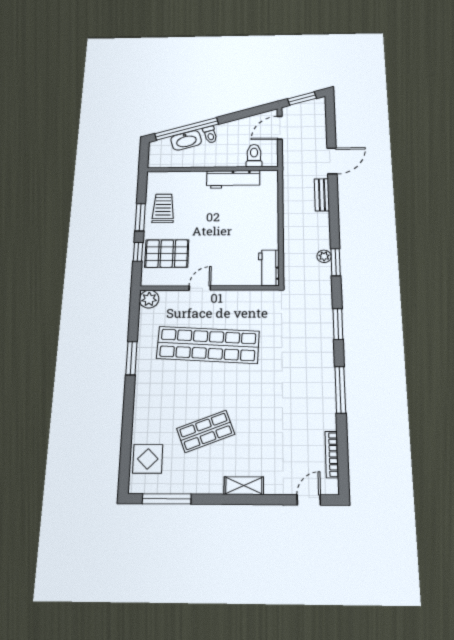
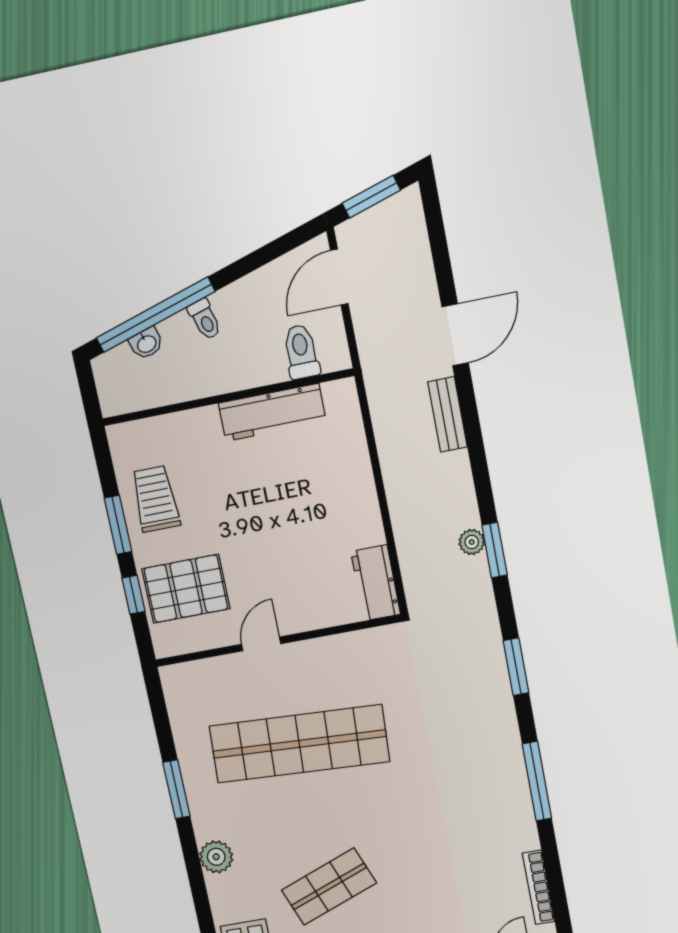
washbasin: (186, 140) -> (146, 343), width x0.52, depth x0.69
plant: (149, 299) -> (216, 857), moved

